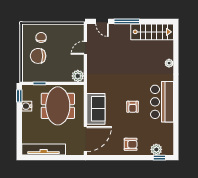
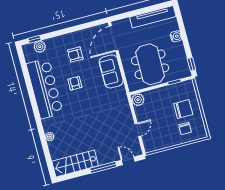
bar counter: (162, 102) -> (45, 89), width x1.36
water cooler: (27, 106) -> (176, 36), moved
armchair: (131, 144) -> (75, 55), moved

